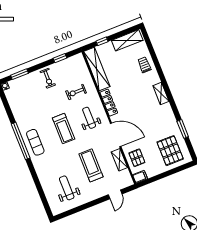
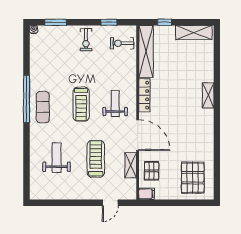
trolley: (144, 65) -> (202, 68), removed
exercise bike: (76, 92) -> (122, 43), moved
shelving: (161, 94) -> (208, 95), moved
window: (183, 129) -> (217, 159), removed
weight bench: (67, 188) -> (57, 158), moved

